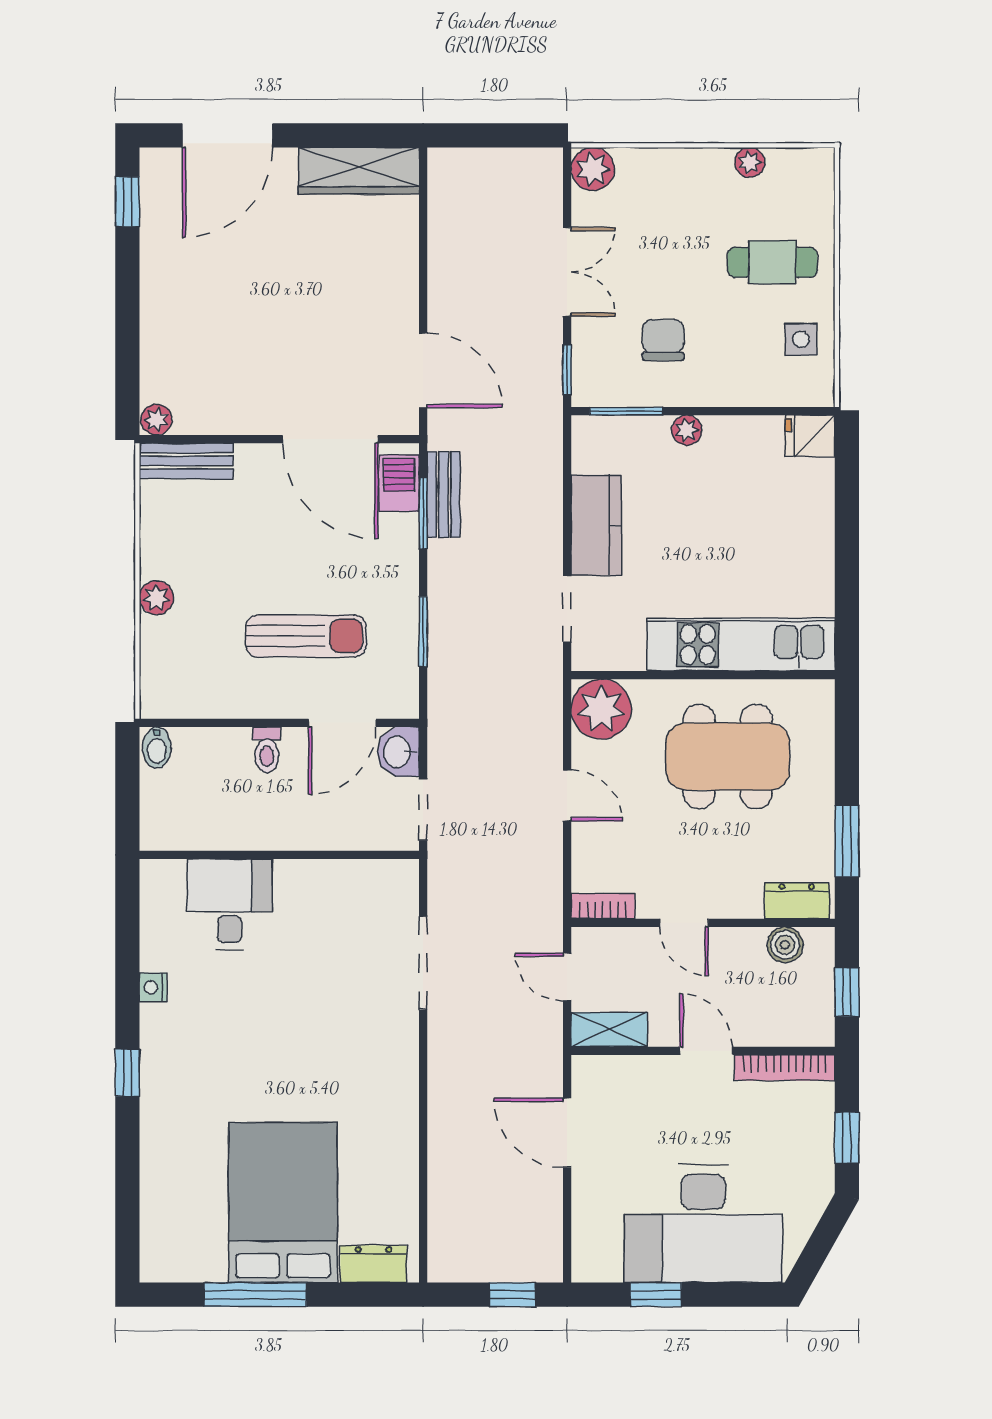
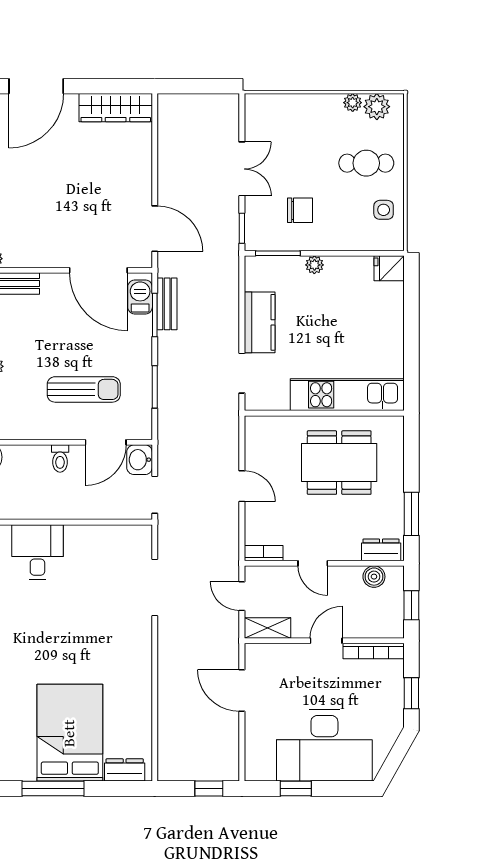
plant: (593, 169) -> (377, 107), moved
chair: (663, 340) -> (300, 210), turned 90
plant: (601, 709) -> (263, 434), removed
door: (706, 1051) -> (326, 641), hinge flipped

